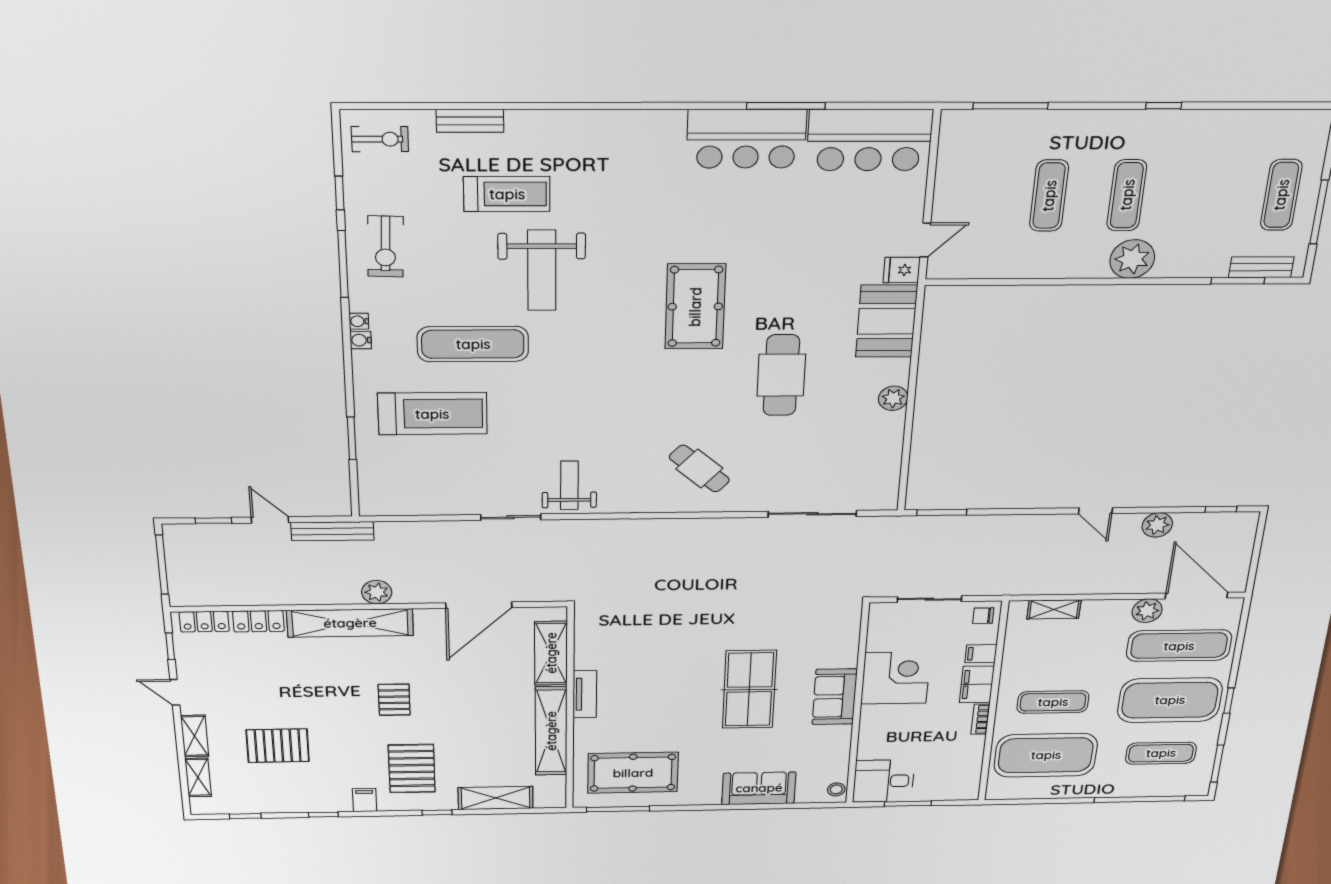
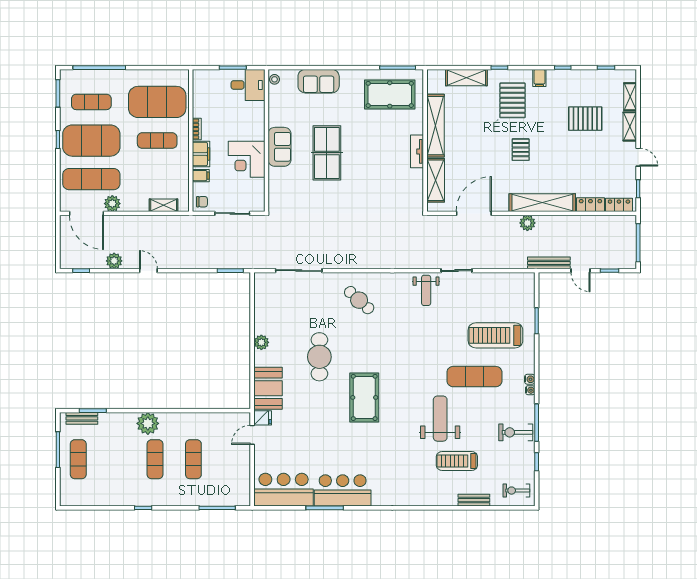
exercise bike: (385, 247) -> (516, 432), turned -92

